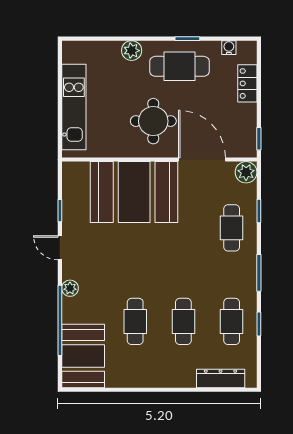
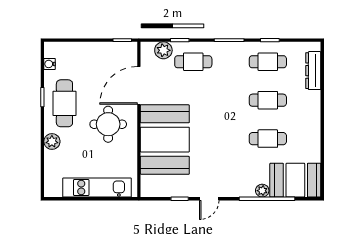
locker: (247, 83) -> (78, 49), removed
plant: (246, 172) -> (163, 50), moved
plant: (70, 288) -> (262, 191), moved

